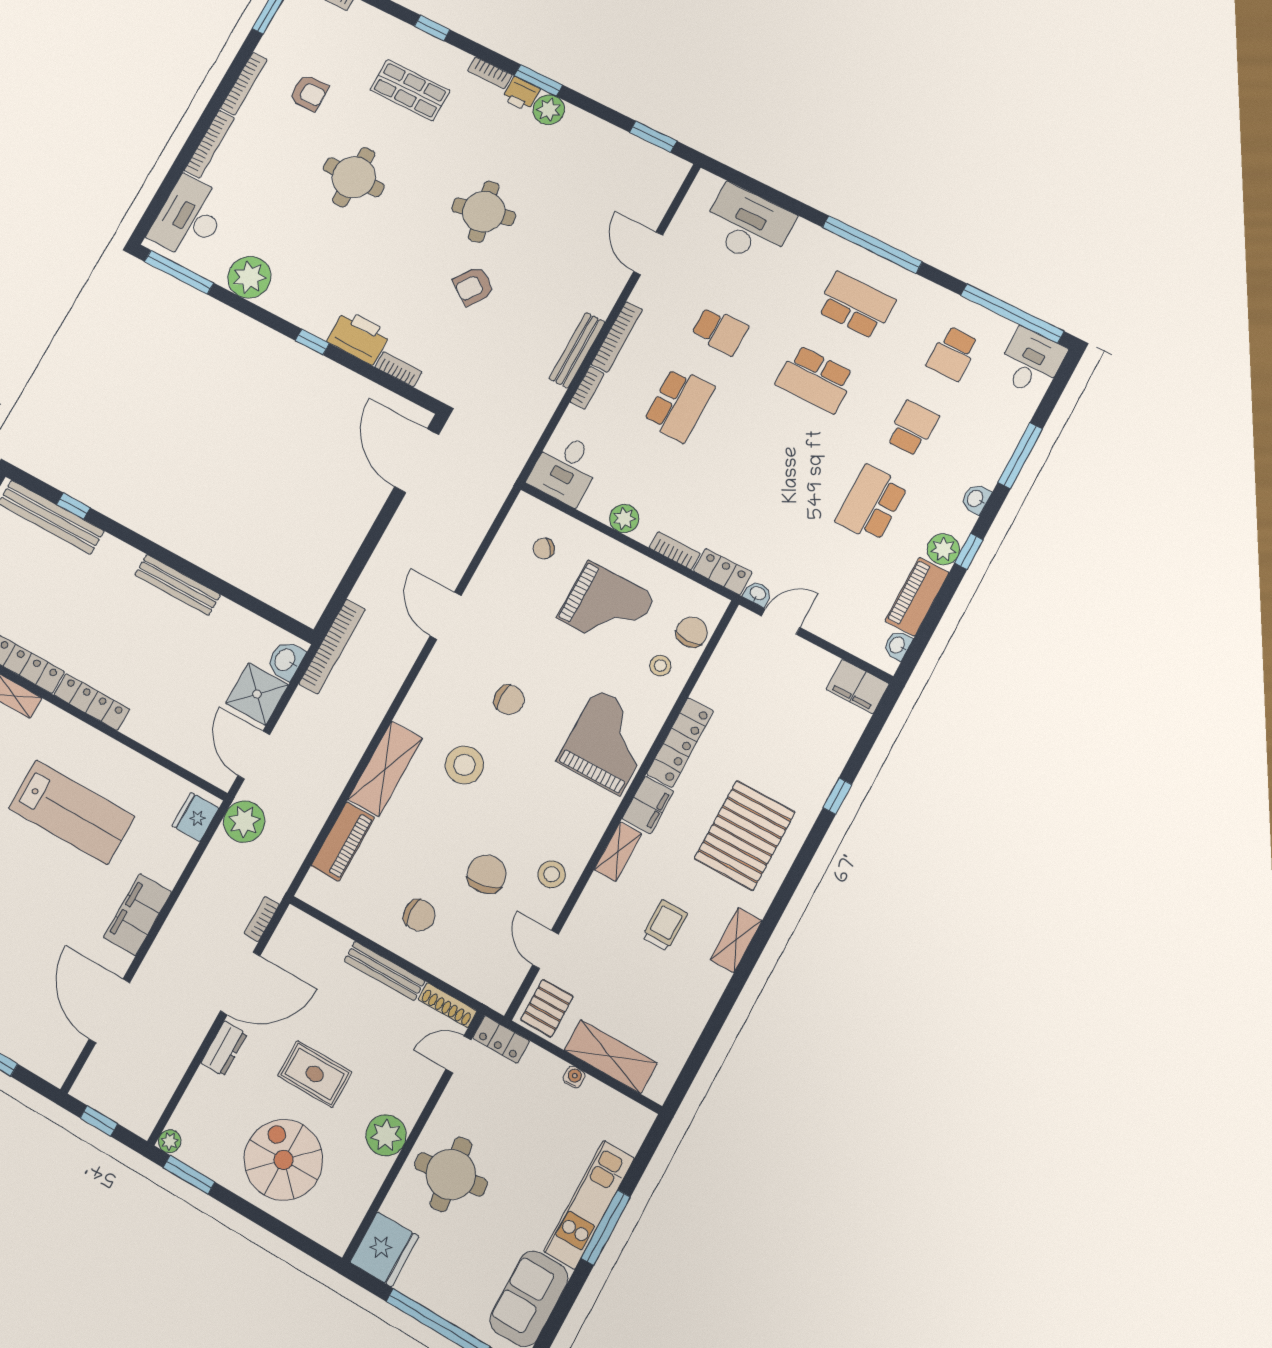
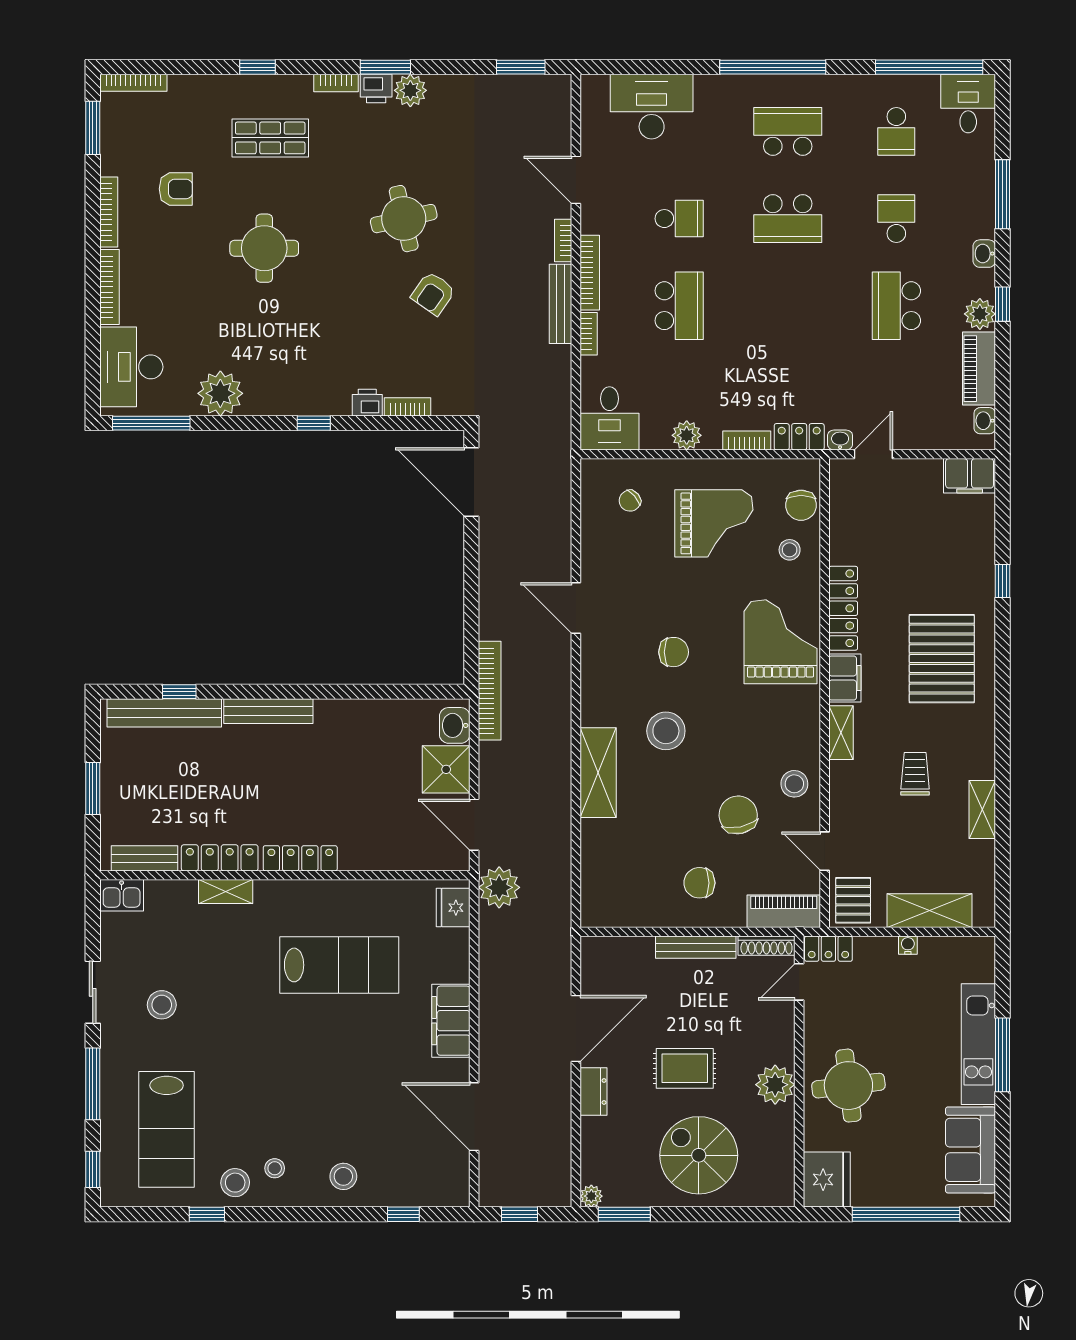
printer: (359, 337) -> (367, 403), width x0.53, depth x0.68
bench: (178, 585) -> (268, 711), moved
chair: (692, 632) -> (801, 505), turned 180
piano: (343, 842) -> (784, 911), moved, turned -90
chair: (419, 915) -> (699, 883), turned 180
bookcase: (262, 919) -> (563, 241), moved
shelving: (736, 940) -> (982, 809), moved

